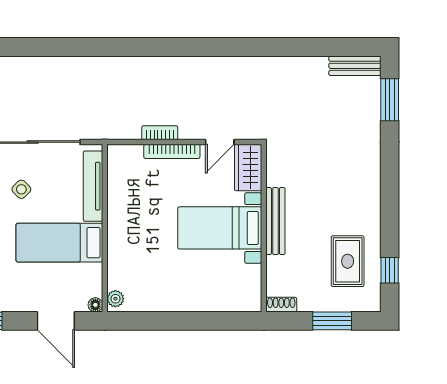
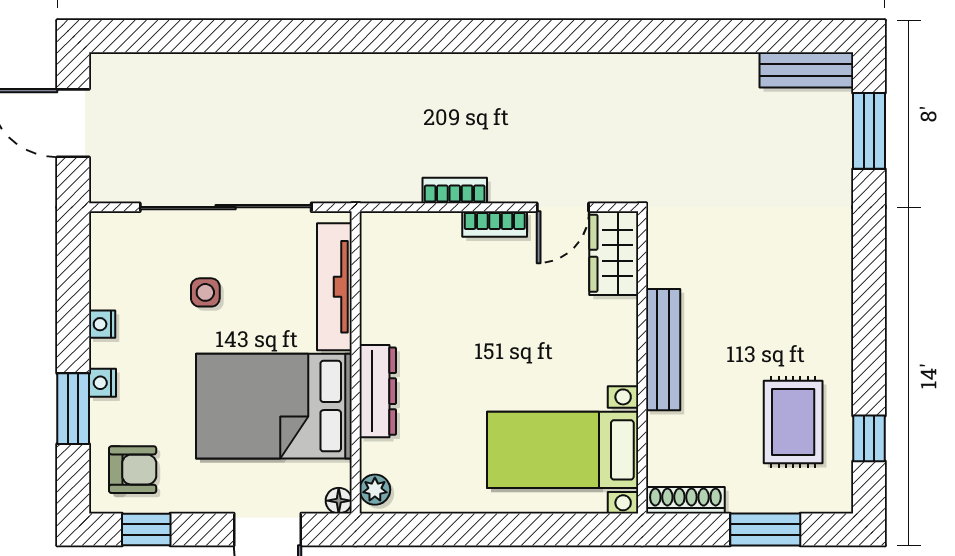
bookcase: (172, 151) -> (495, 224), width x0.64
side table: (21, 189) -> (205, 292), turned 45
bed with nightstands: (220, 228) -> (563, 450), moved
bed: (59, 243) -> (274, 406), width x1.50
dresser: (117, 244) -> (378, 391), added
shoe rack: (281, 305) -> (685, 500), width x1.43

